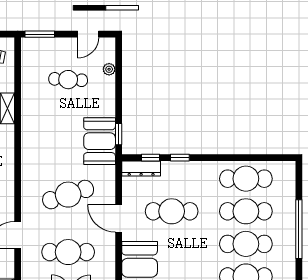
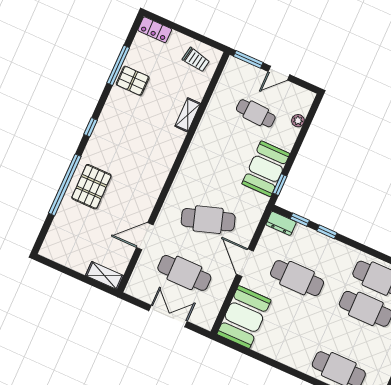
door: (88, 34) -> (279, 73), moved
booth: (100, 141) -> (266, 169), moved
dresser: (141, 168) -> (281, 223), width x0.70
cafe table: (246, 244) -> (352, 339), removed

